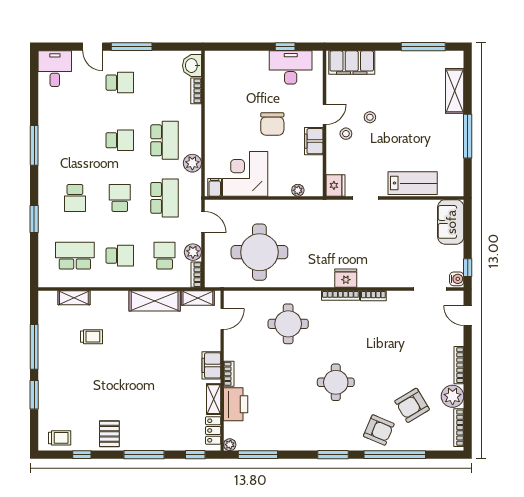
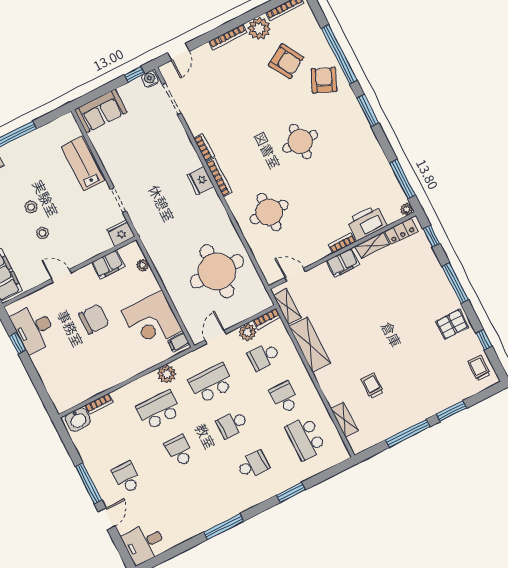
stool: (346, 134) -> (31, 207), moved
filing cabinet: (314, 141) -> (108, 264), moved

